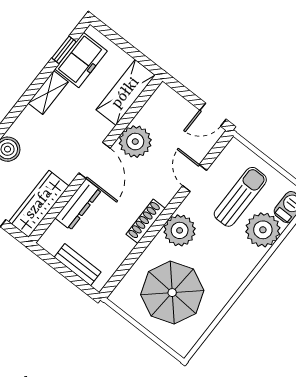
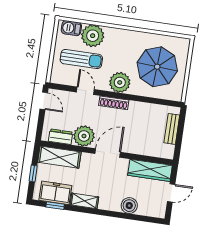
window: (124, 45) -> (33, 174), added
door: (195, 178) -> (85, 91), swing flipped
sun lounger: (240, 197) -> (81, 59), turned 180
dresser: (78, 204) -> (61, 137), moved, width x0.70
shoe rack: (146, 221) -> (114, 103), moved

